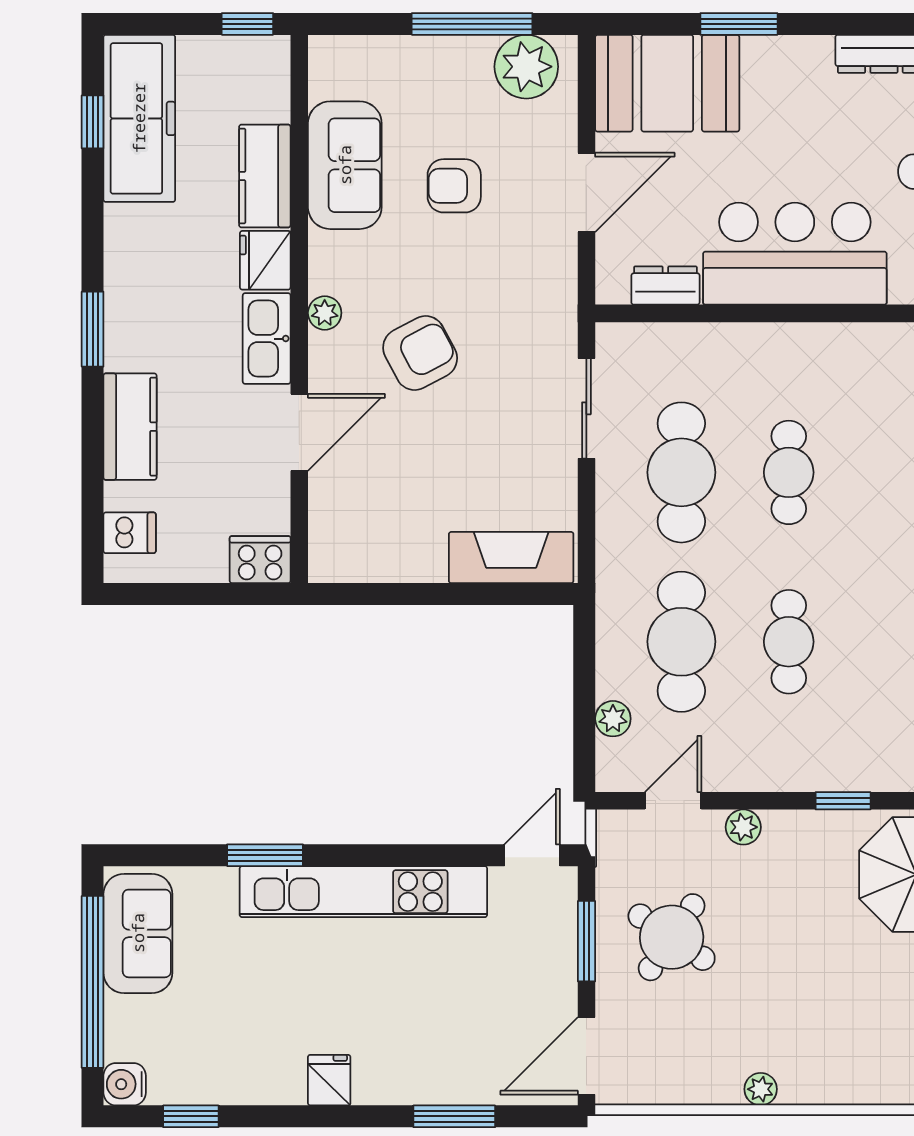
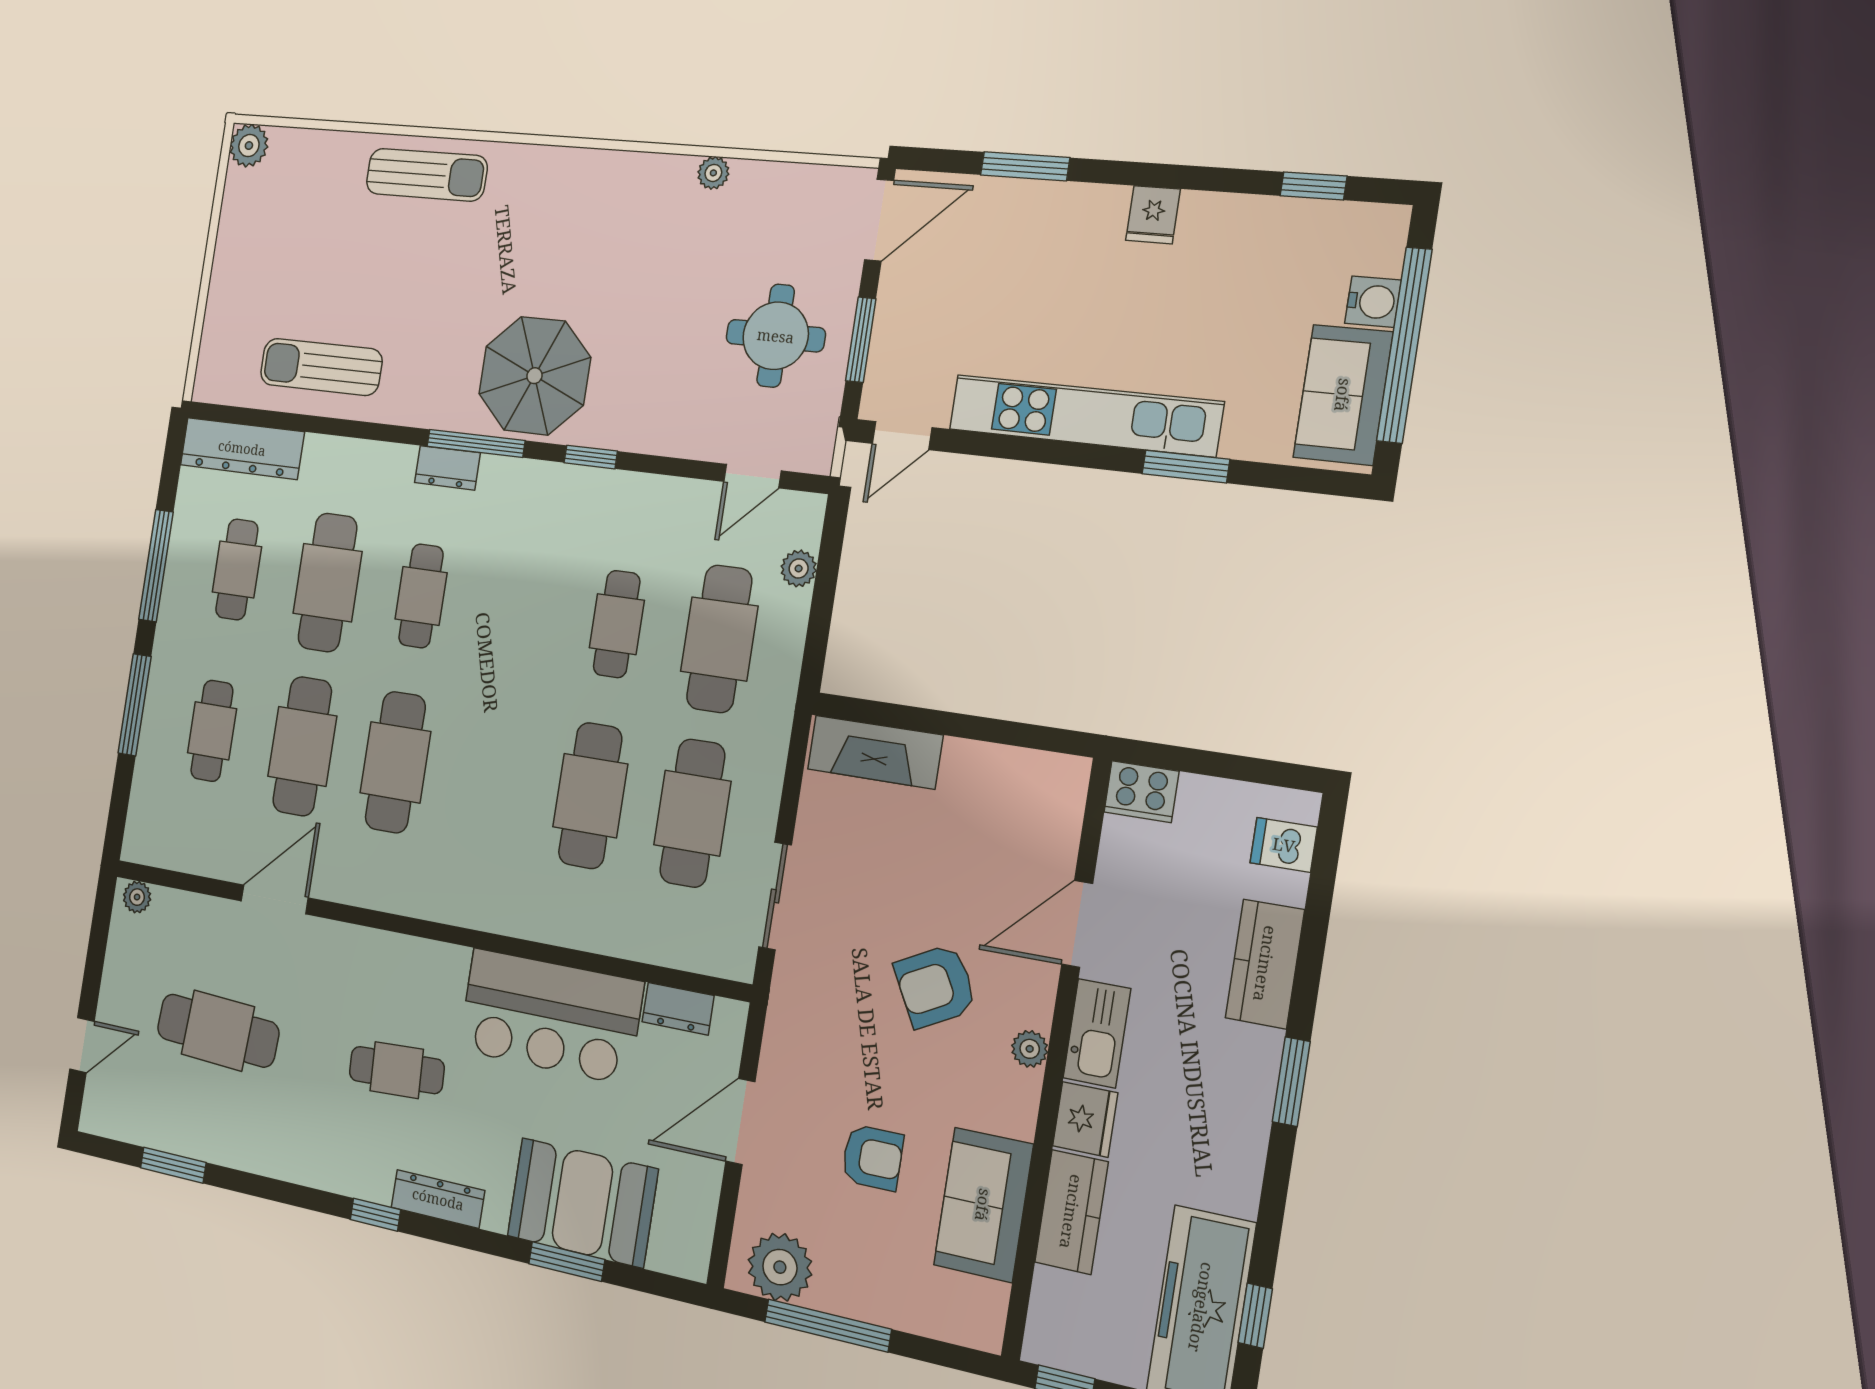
booth: (667, 83) -> (582, 1203), moved
cafe table: (789, 472) -> (590, 796), width x1.37, depth x1.35
plant: (743, 827) -> (689, 441), removed
round table: (672, 937) -> (776, 336), turned -34
water cooler: (125, 1084) -> (1373, 302), moved

